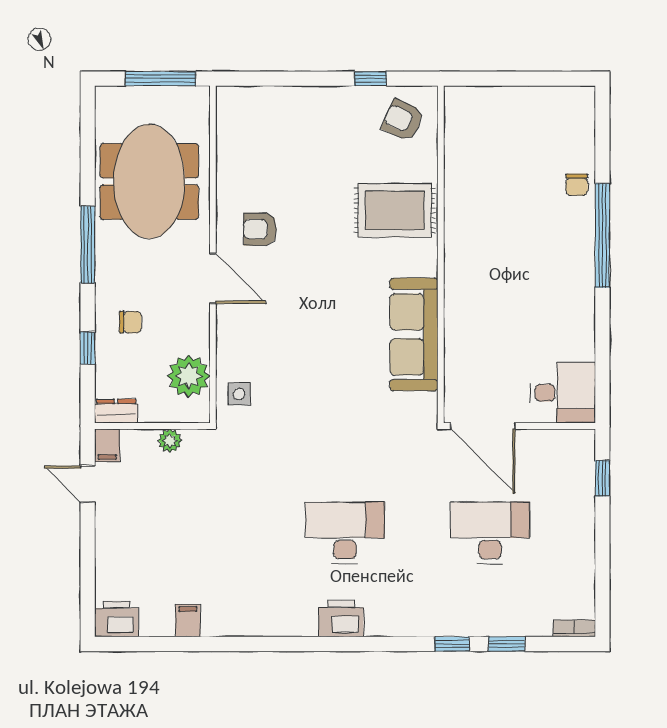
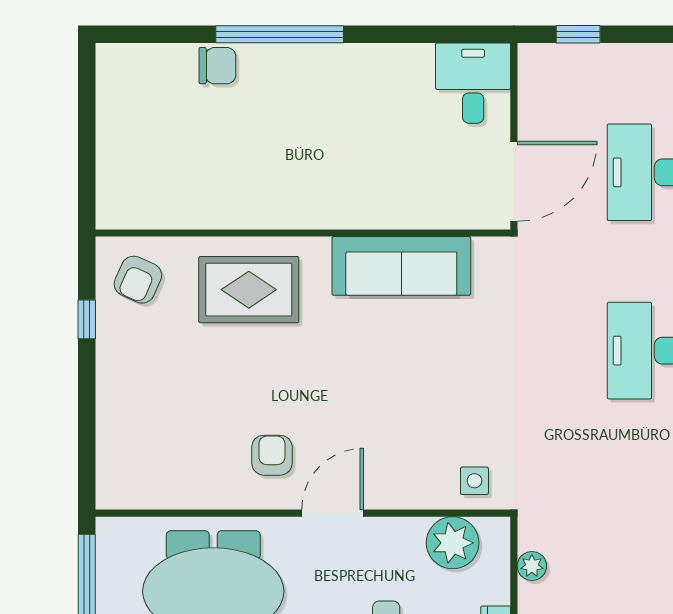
chair: (577, 185) -> (217, 66), width x1.37, depth x1.37
rug: (395, 210) -> (249, 290), turned 90
armchair: (260, 229) -> (272, 455), turned 180

